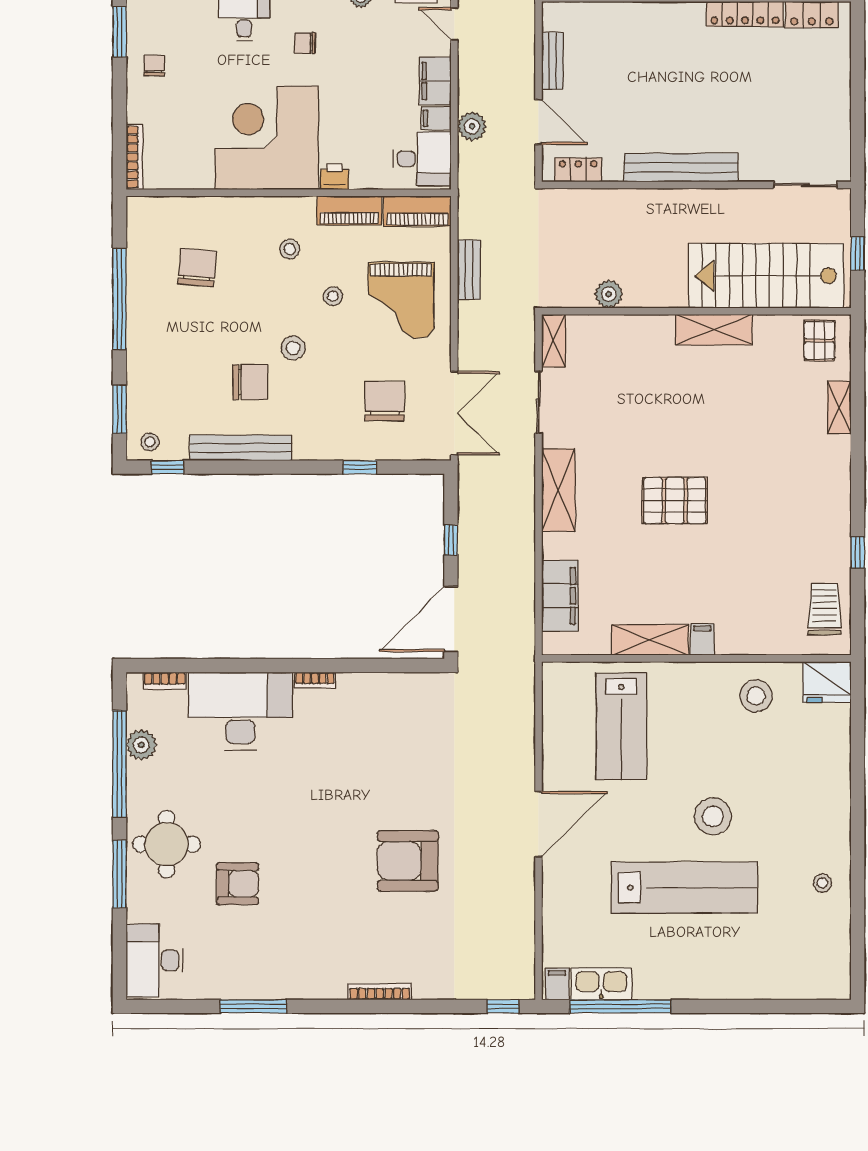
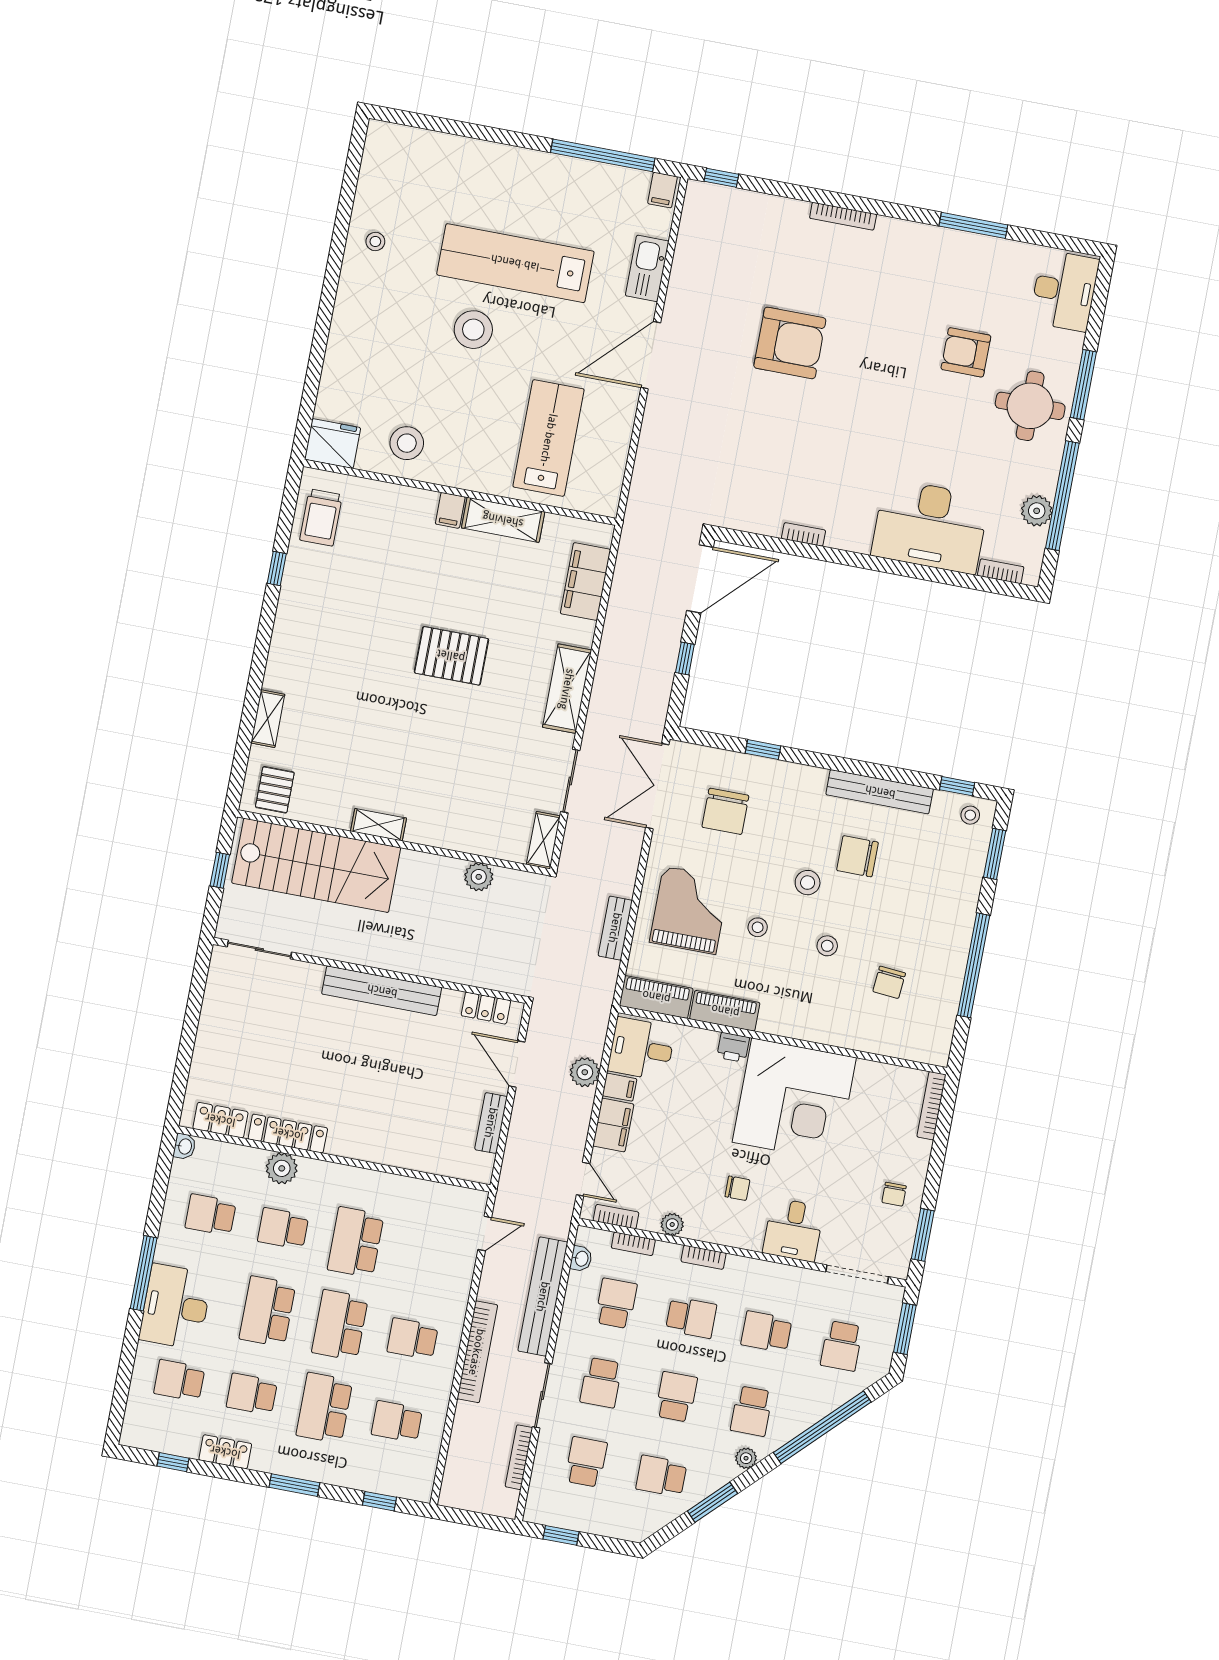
stool: (290, 249) -> (827, 946), moved
chair: (197, 267) -> (889, 982), width x0.73, depth x0.73
shelving: (714, 330) -> (378, 825), width x0.67, depth x0.75
bookcase: (315, 680) -> (804, 534), moved
kitchen sink: (601, 984) -> (647, 268), moved, turned 90

